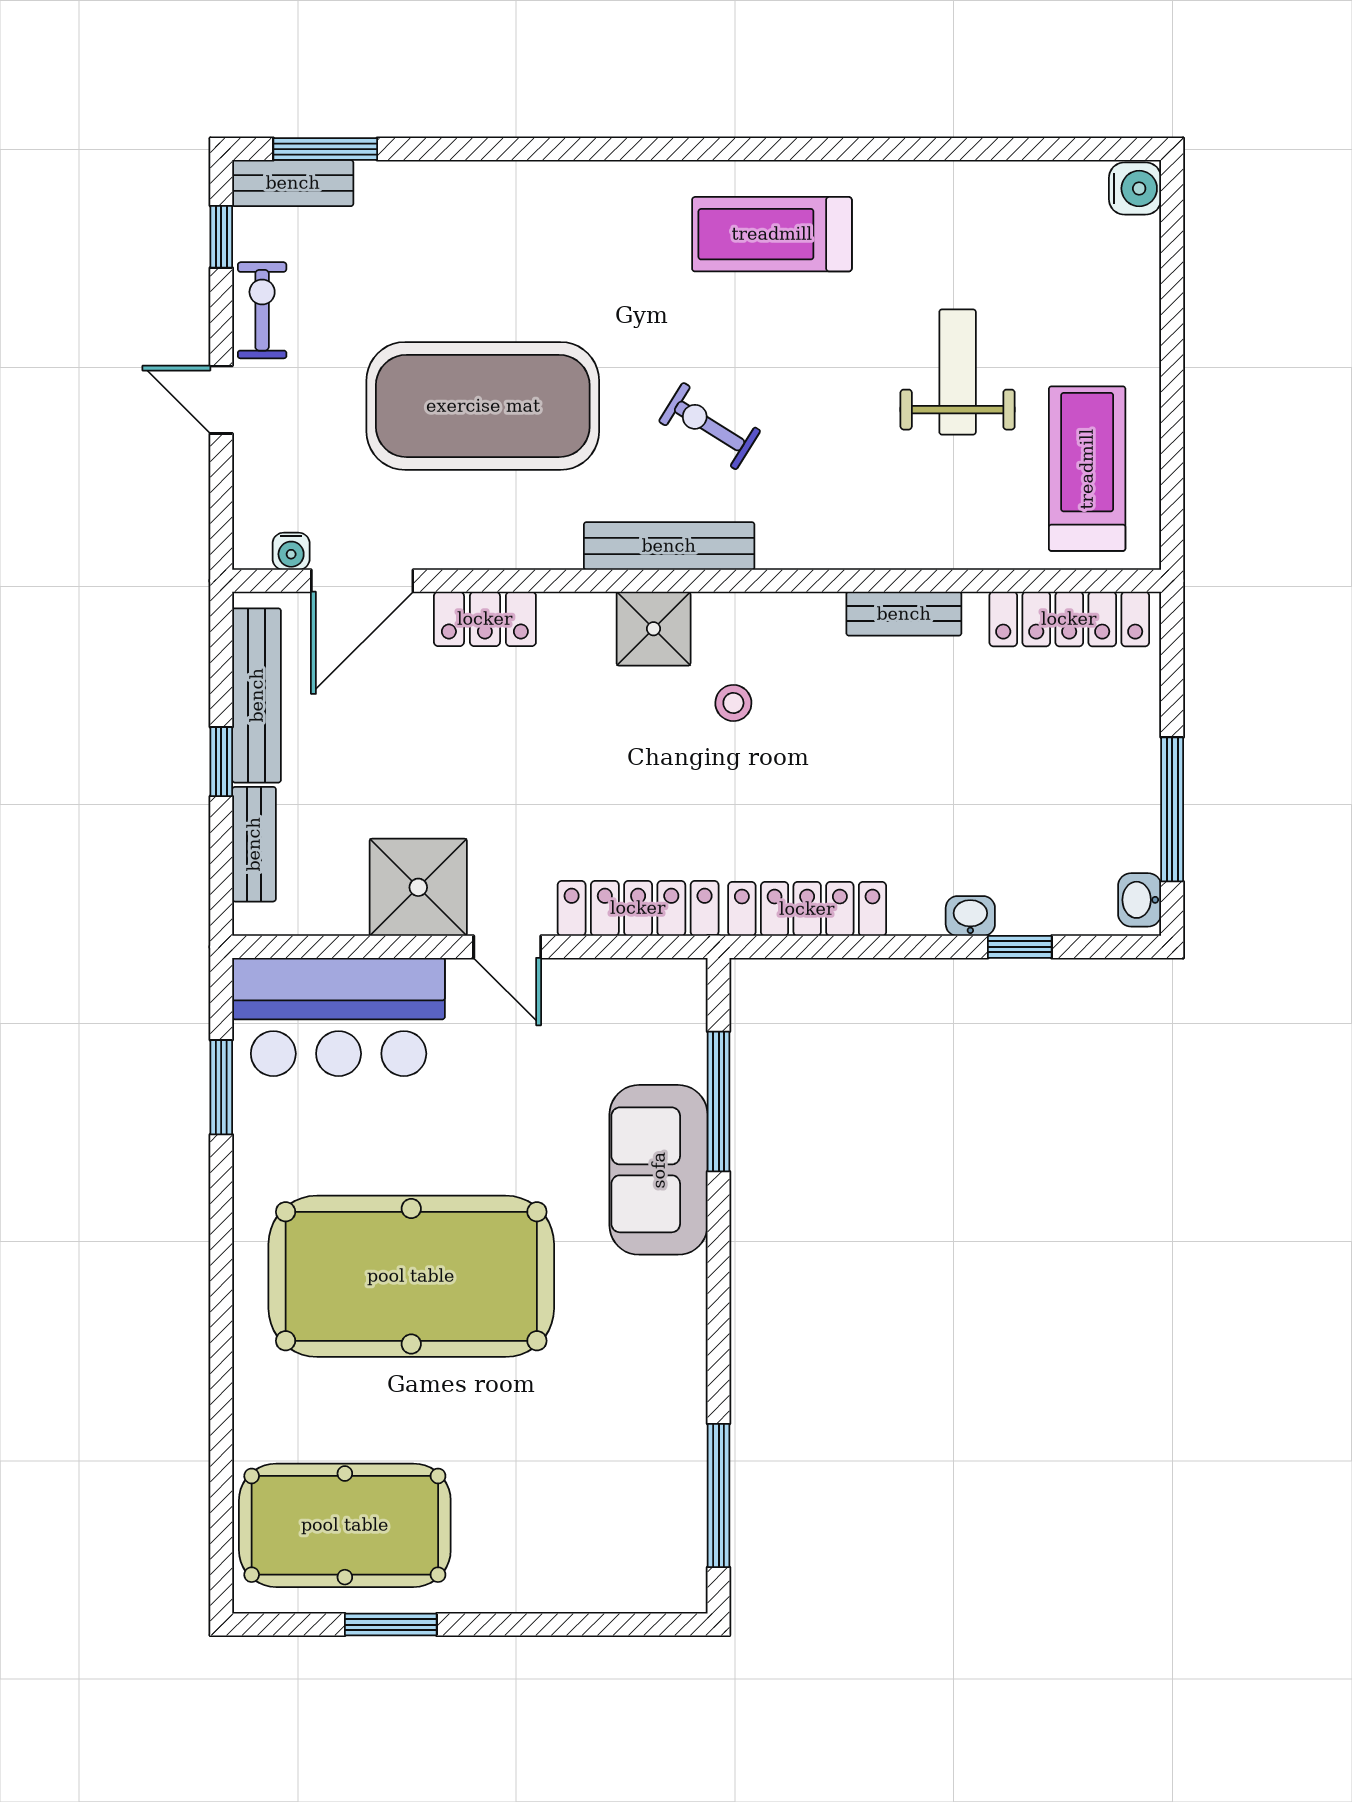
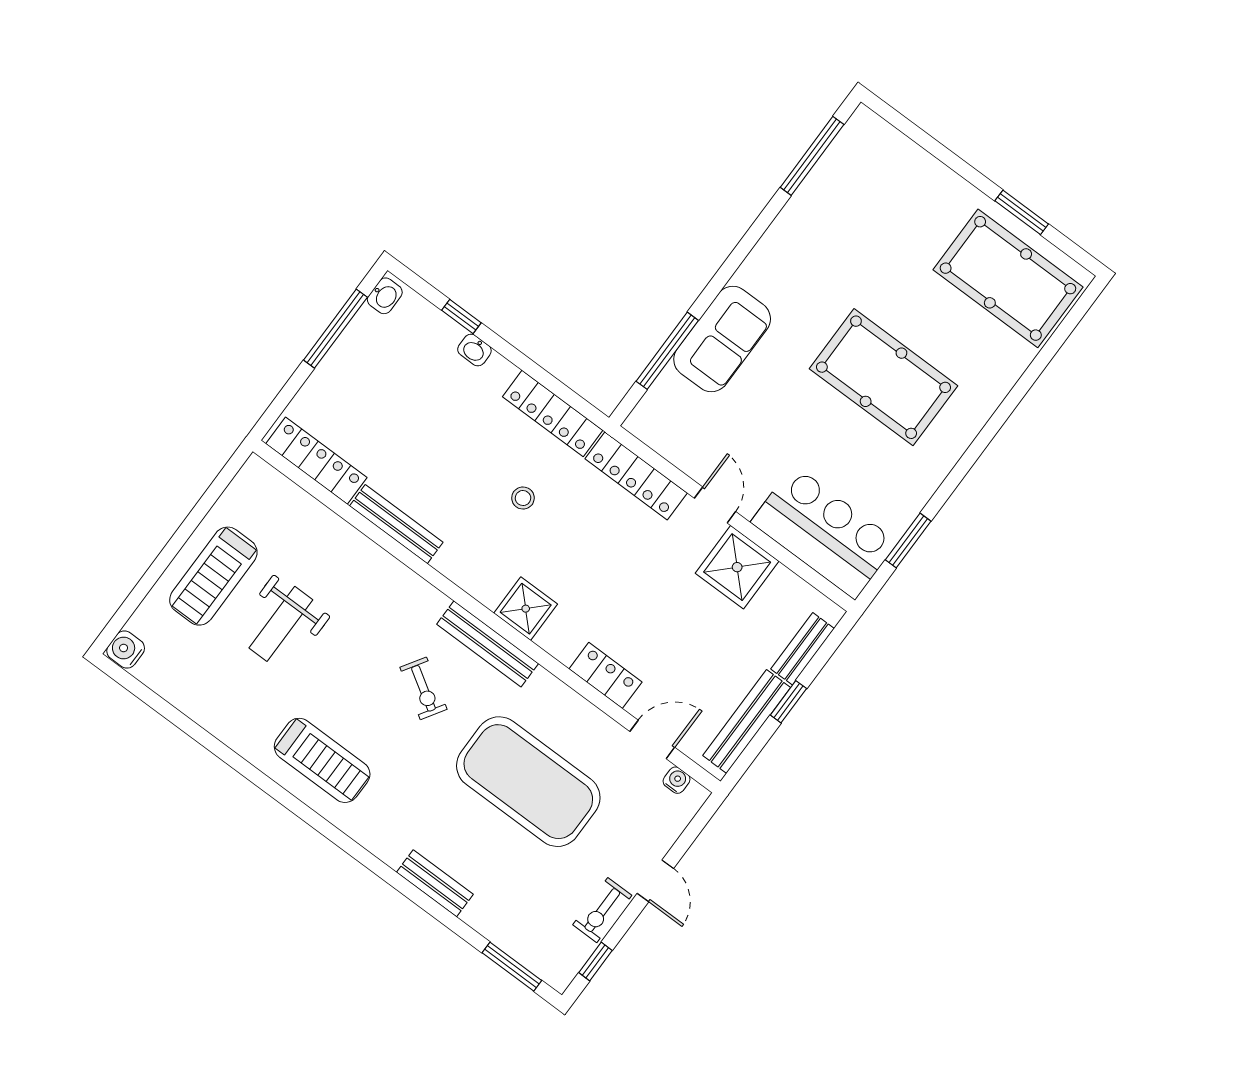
bench: (293, 183) -> (435, 883), moved
treadmill: (1087, 469) -> (213, 576), moved
door: (362, 581) -> (652, 739), width x0.73
bench: (904, 614) -> (396, 524), width x1.36
stool: (733, 703) -> (523, 498), moved
pool table: (411, 1276) -> (884, 377), width x0.73, depth x0.76

